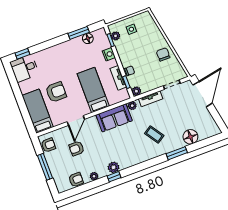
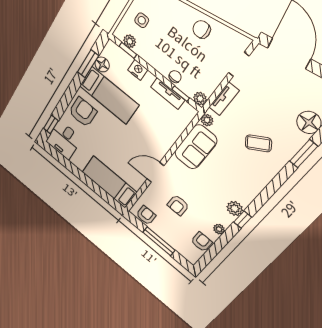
bed: (93, 90) -> (109, 96), moved, turned 180
armchair: (56, 92) -> (83, 112), moved
door: (76, 120) -> (155, 172), swing flipped

